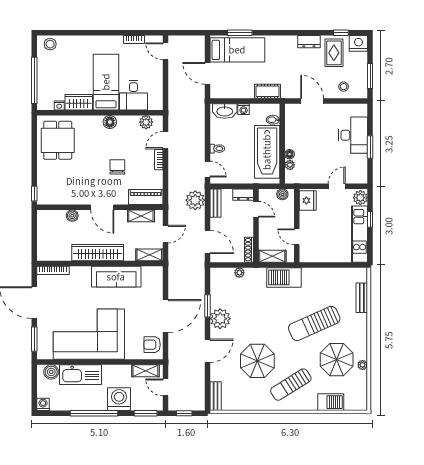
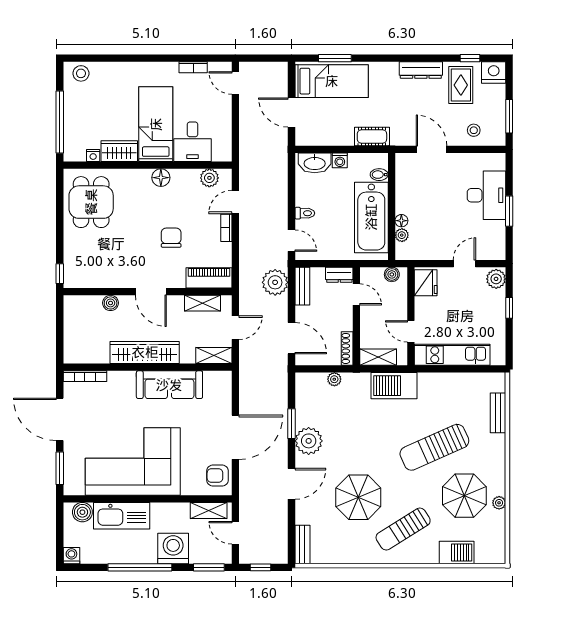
dresser: (309, 42) -> (421, 70), width x1.44
kitchen unit: (360, 234) -> (452, 355), moved, turned 90

